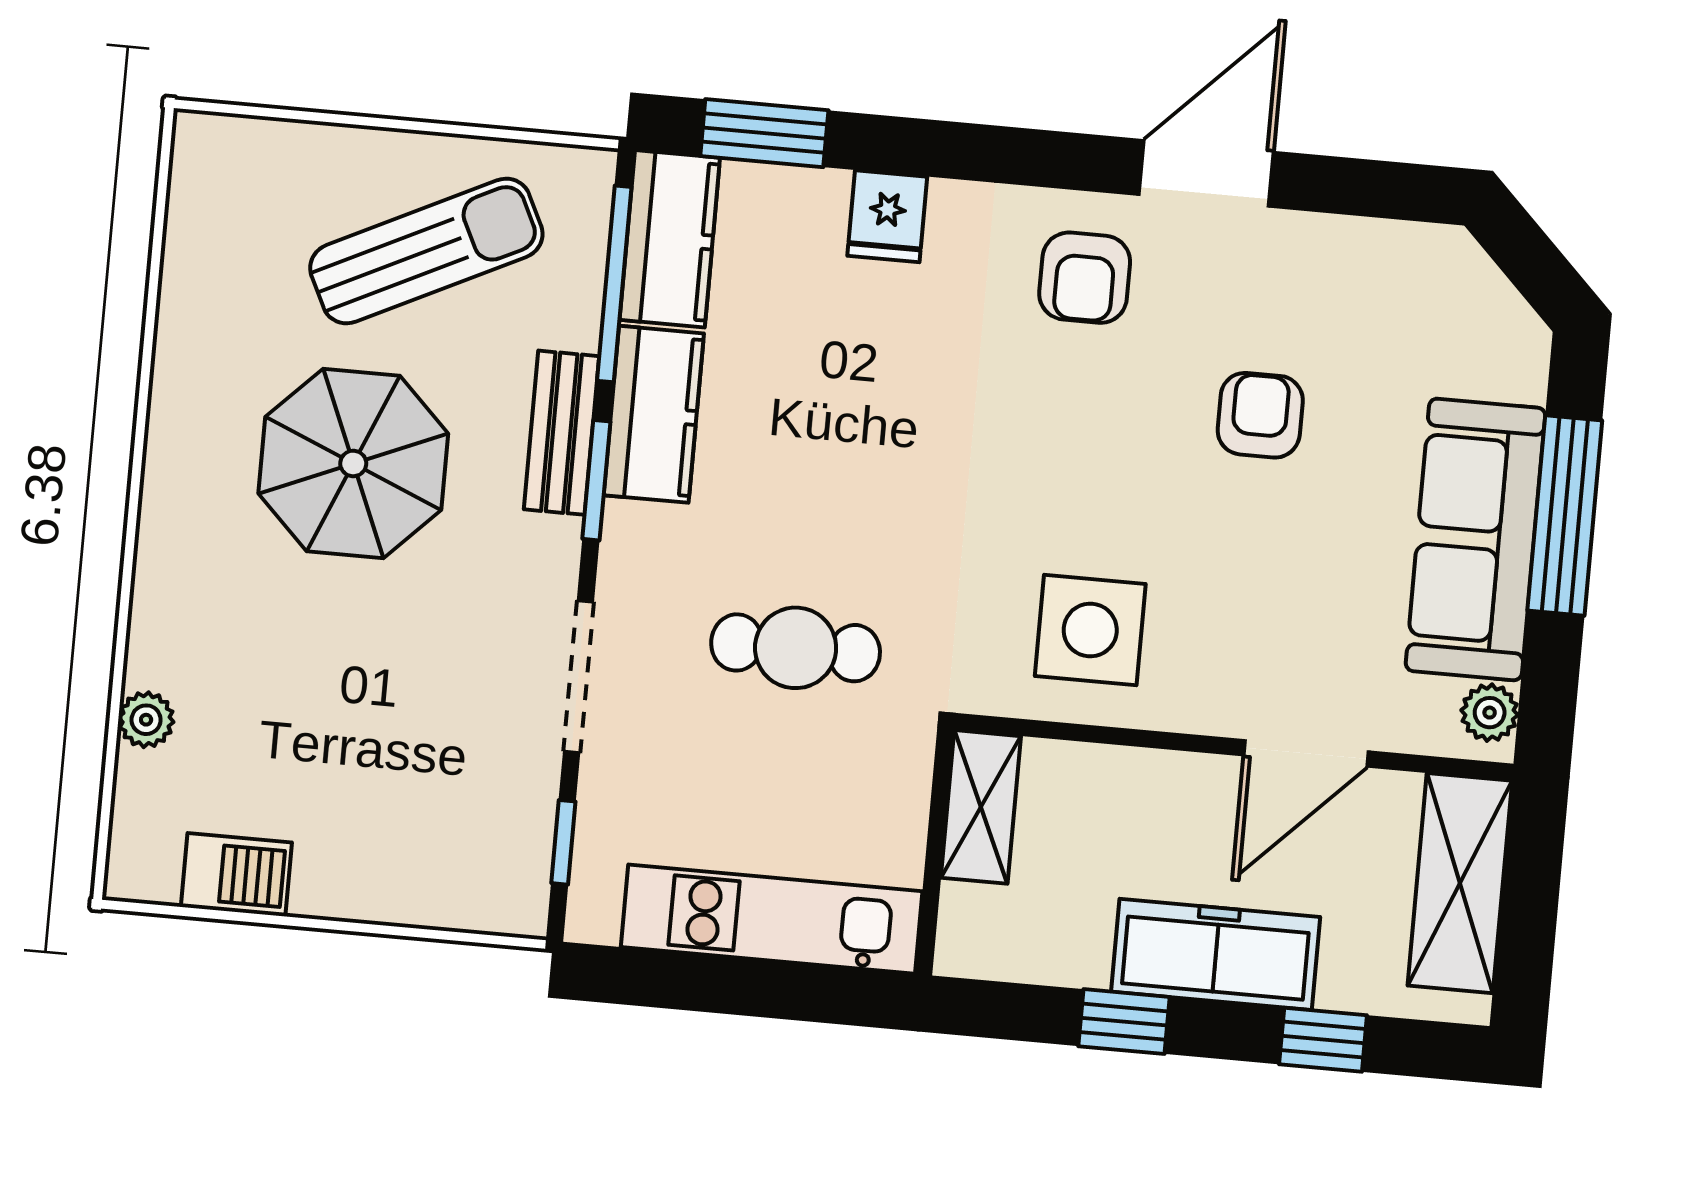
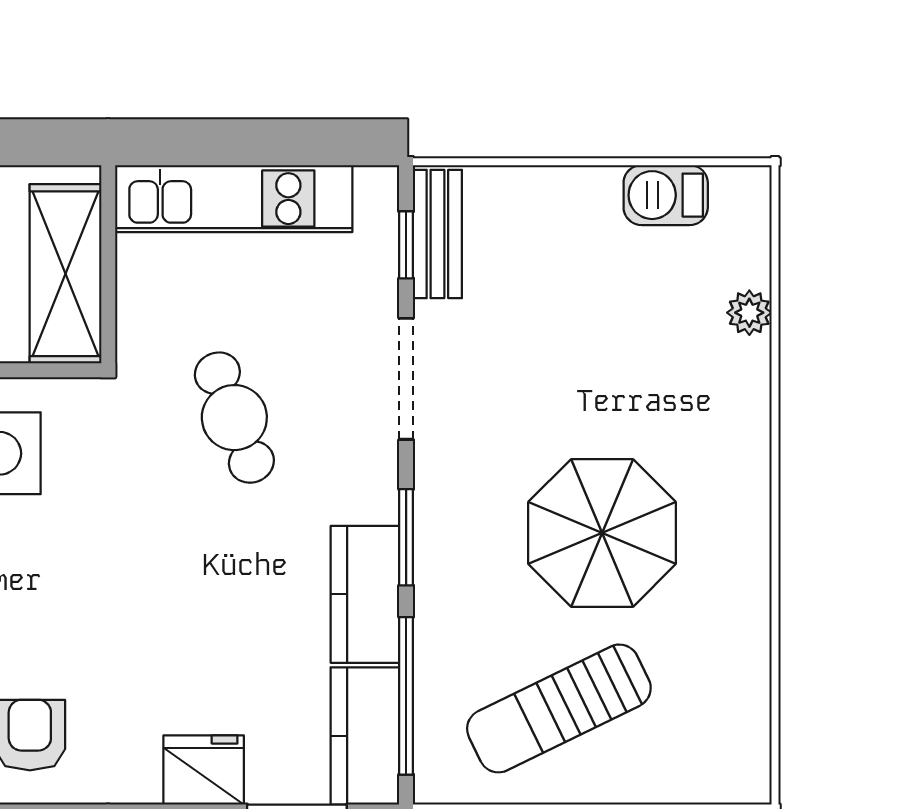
fridge: (887, 216) -> (204, 770), width x1.38
bench: (562, 433) -> (437, 234), moved
cafe table: (796, 648) -> (234, 418), turned 69
shelving: (981, 807) -> (65, 274), width x1.50, depth x1.33

